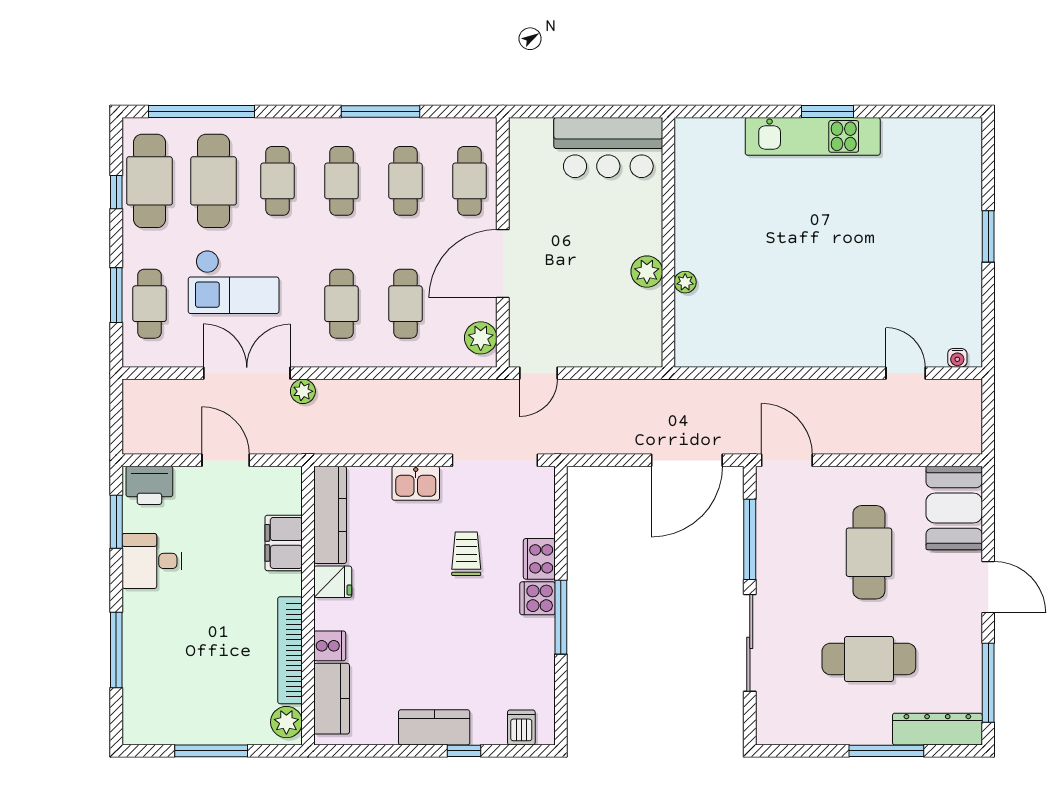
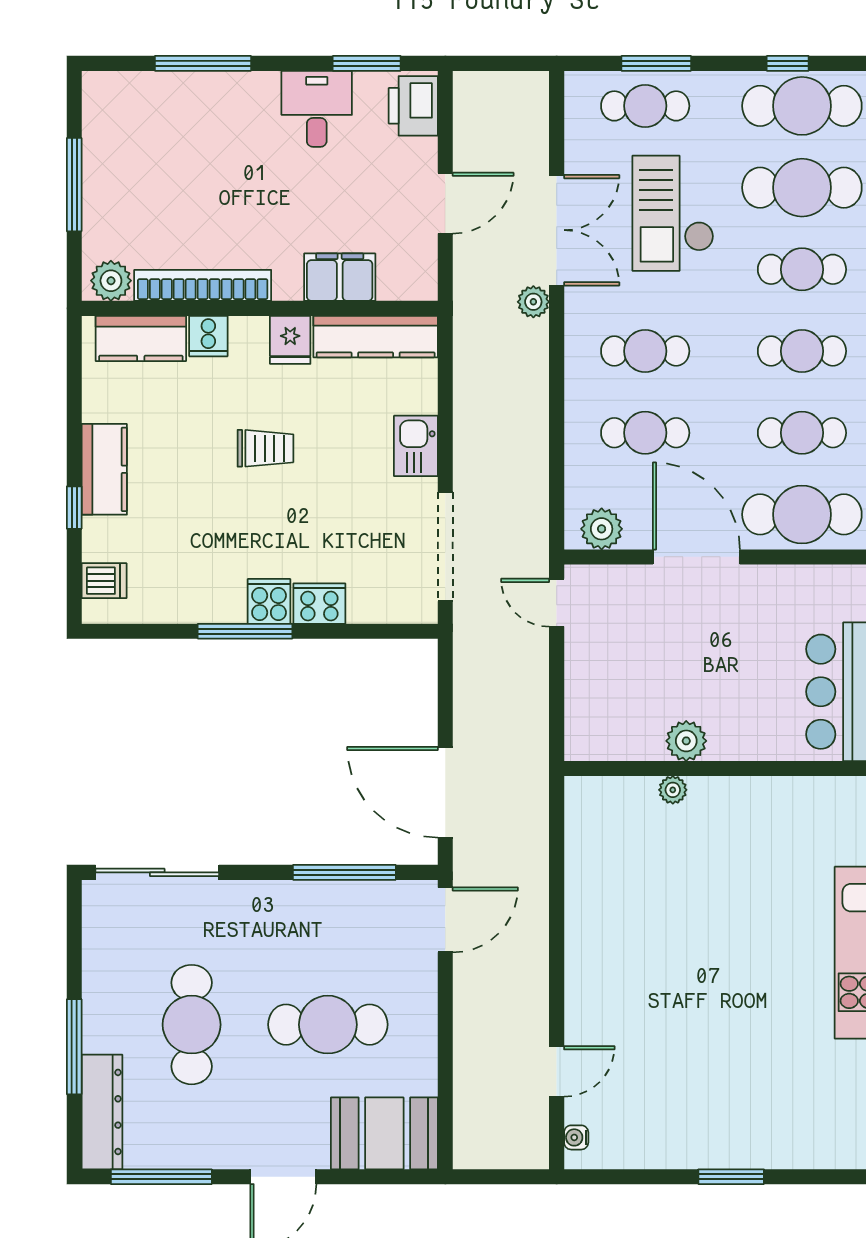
cafe table: (469, 181) -> (802, 514), width x1.37, depth x1.35
trolley: (466, 554) -> (265, 448), moved
sliding door: (750, 643) -> (157, 872), moved

